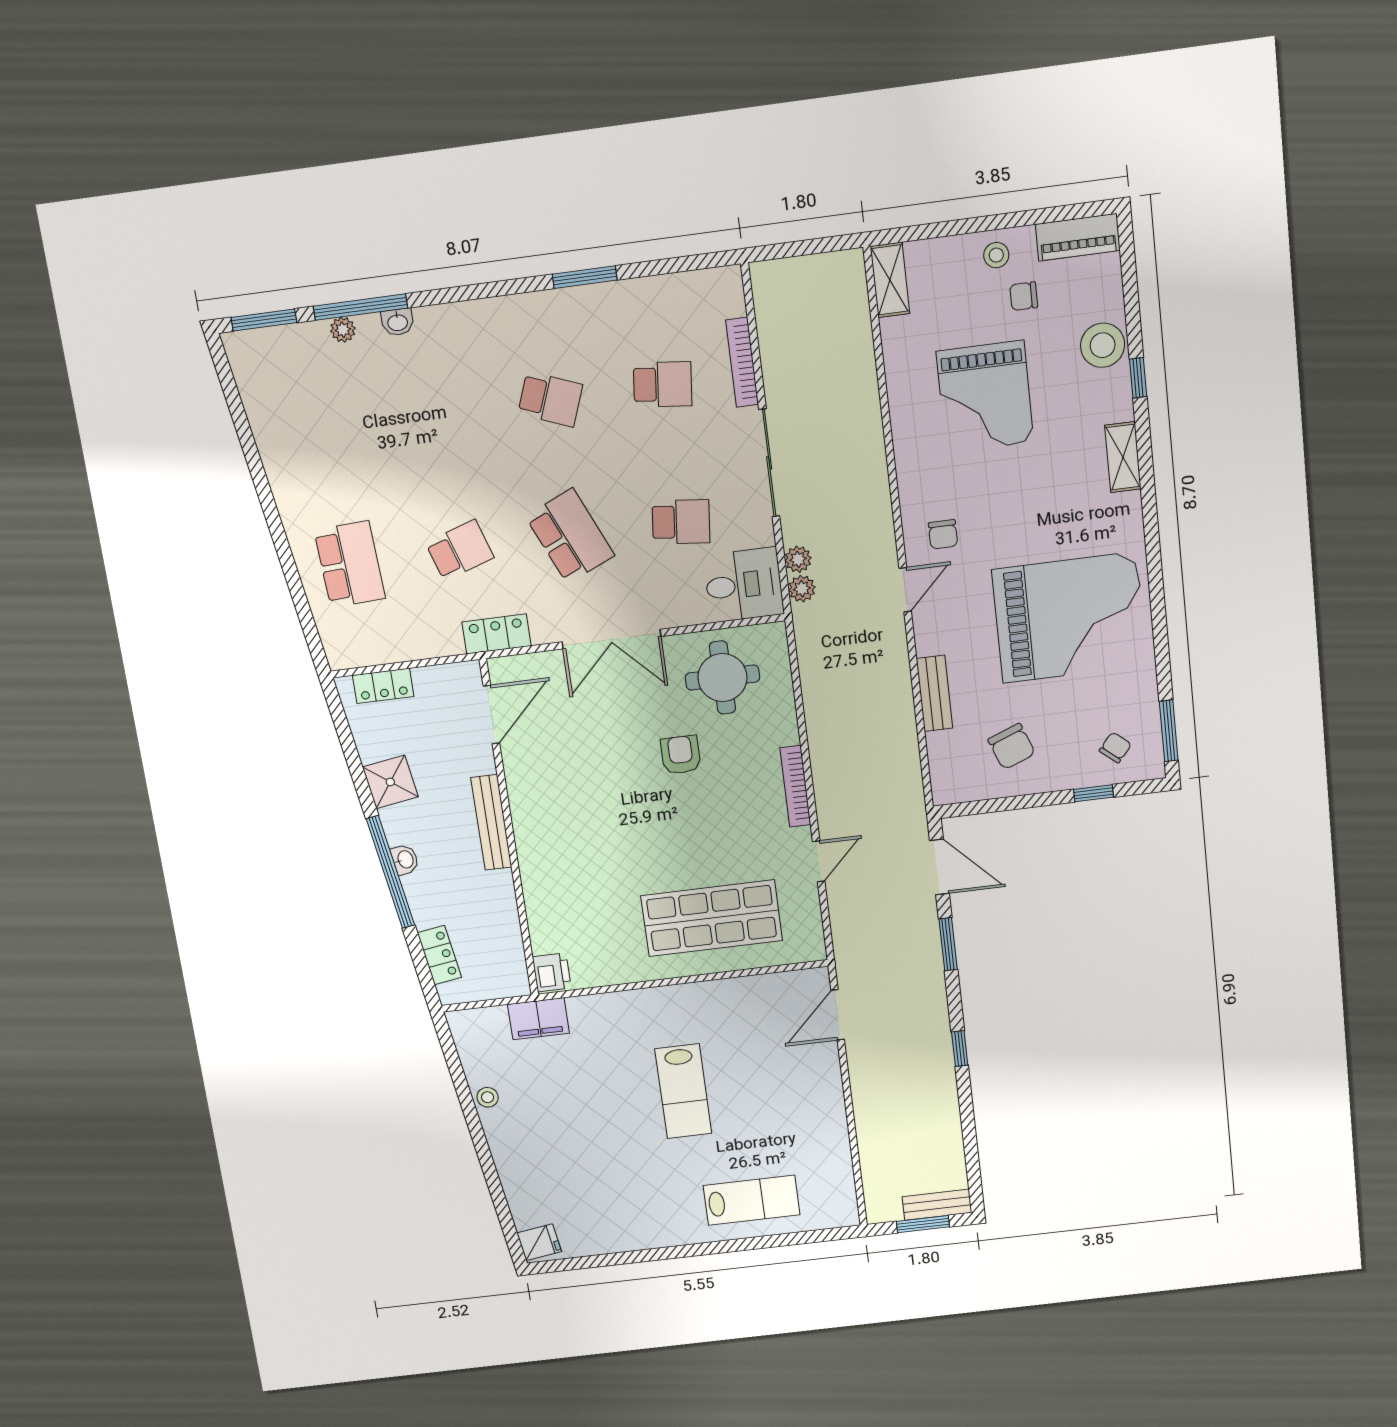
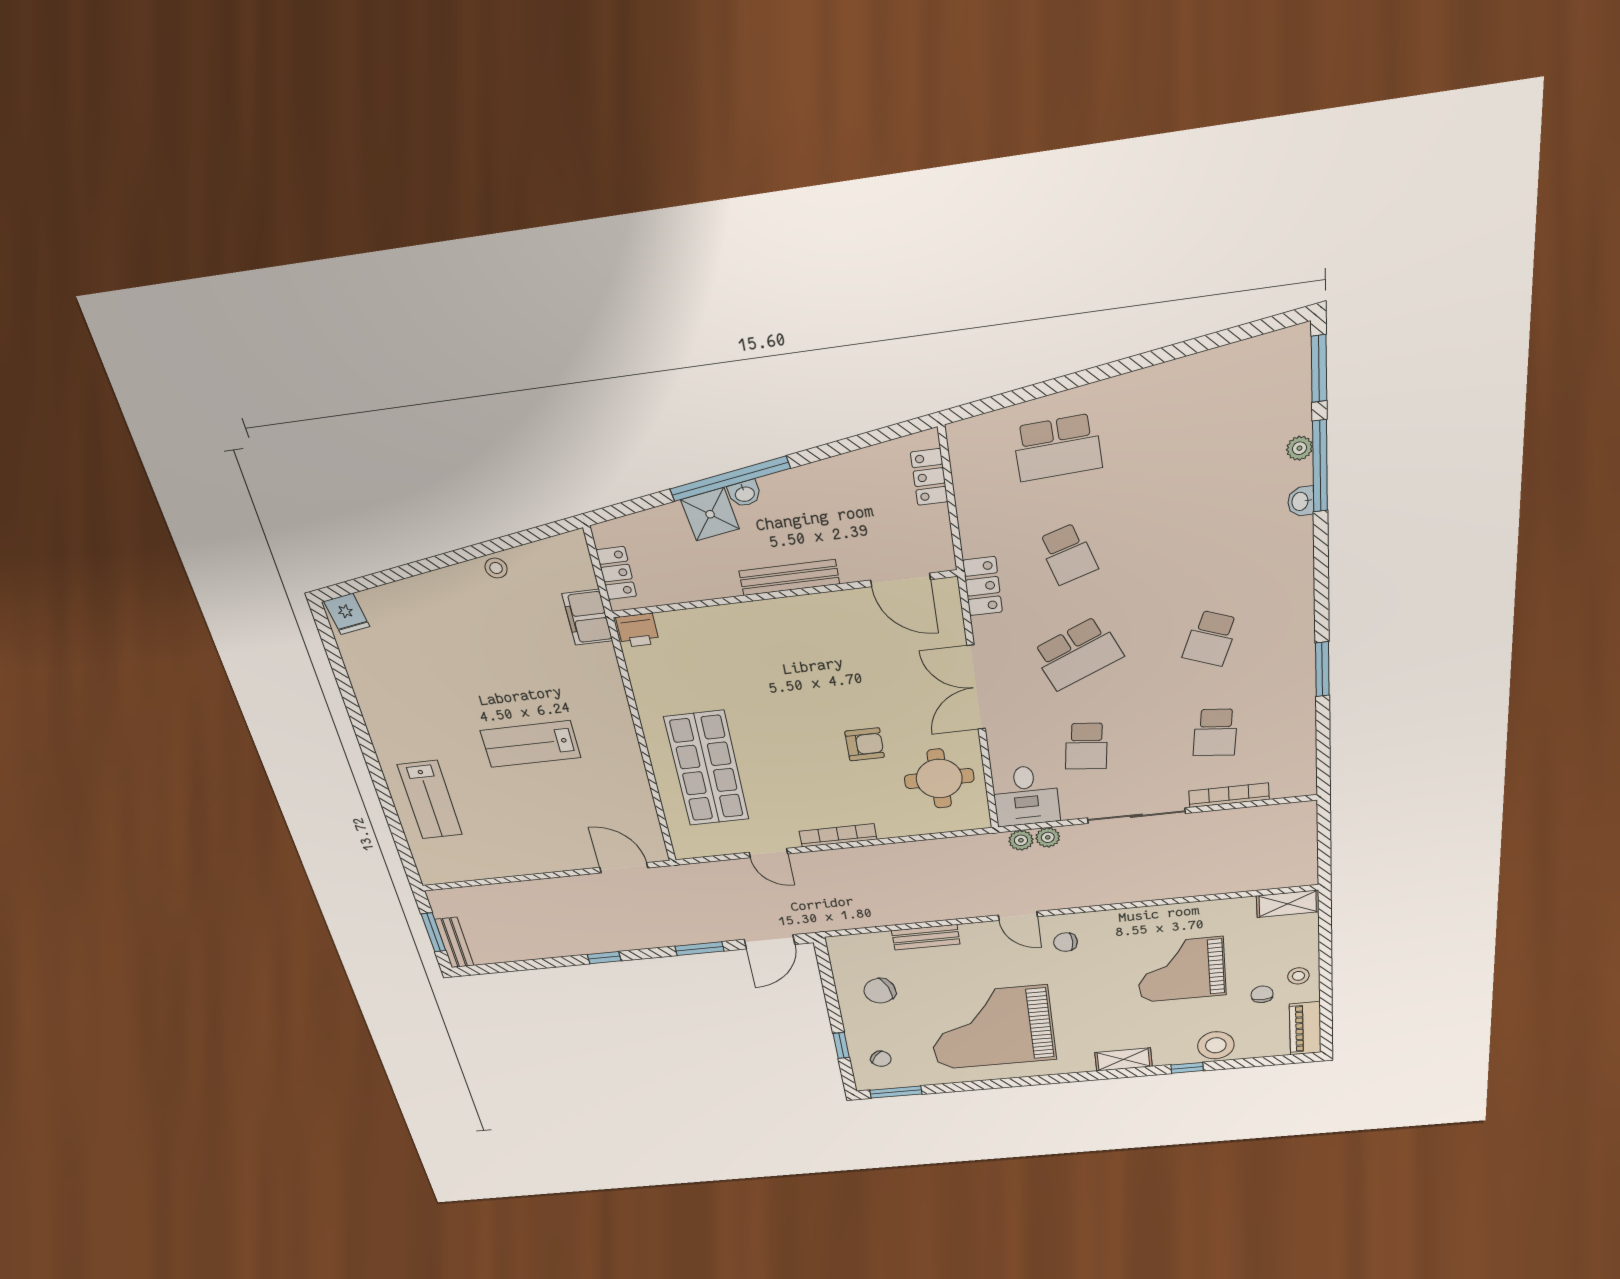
grand piano: (1069, 618) -> (991, 1028), turned 90
shower: (390, 782) -> (710, 514), moved
locker: (439, 955) -> (616, 573), moved, turned -81

